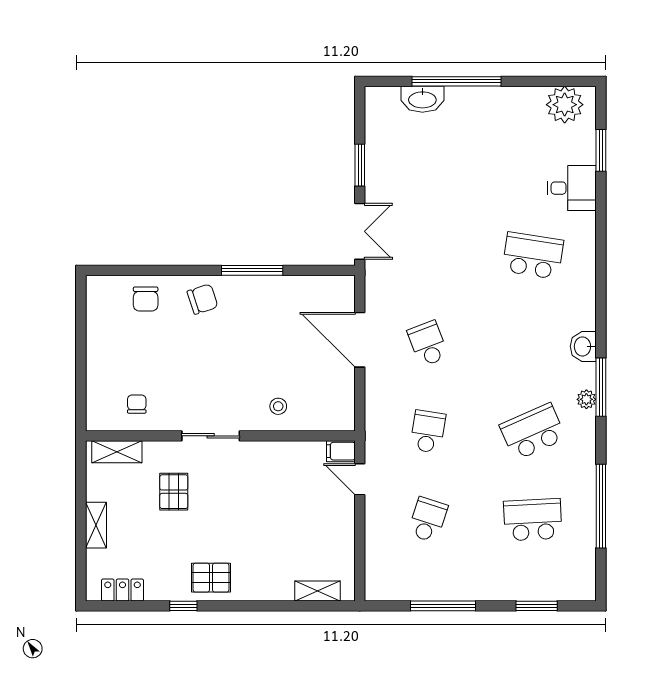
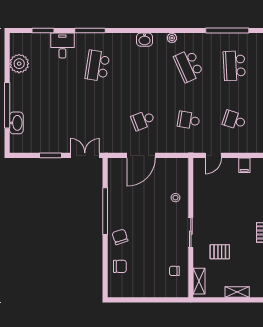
plant: (565, 105) -> (19, 64), moved
window: (252, 270) -> (105, 211), width x1.46
window: (601, 387) -> (90, 31), moved
filing cabinet: (341, 451) -> (244, 165), moved

